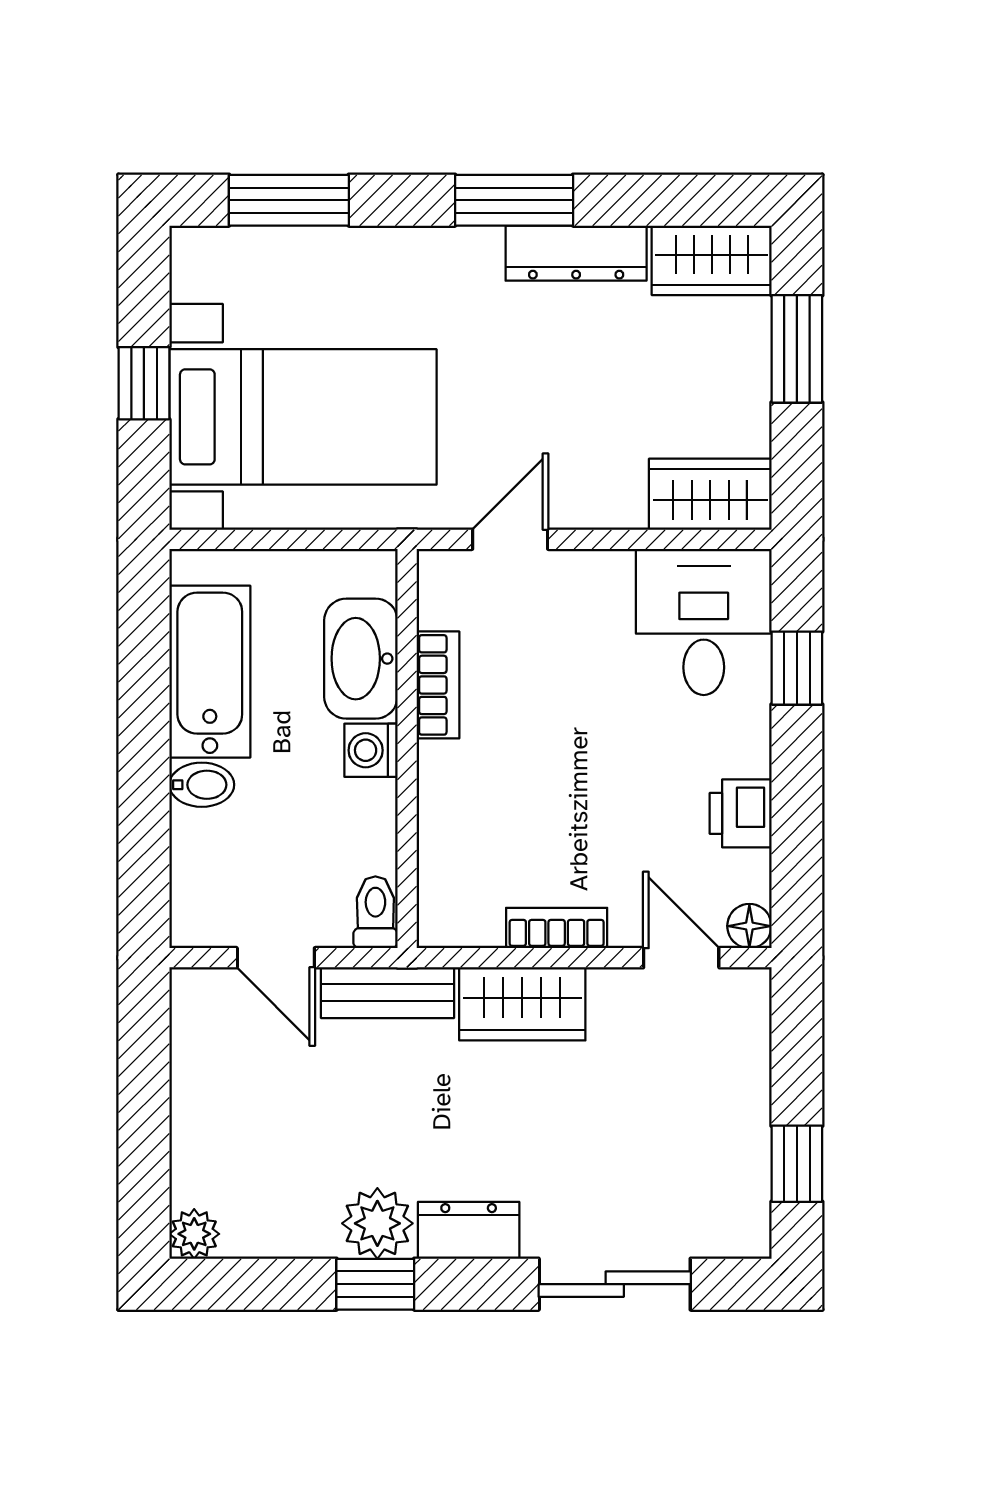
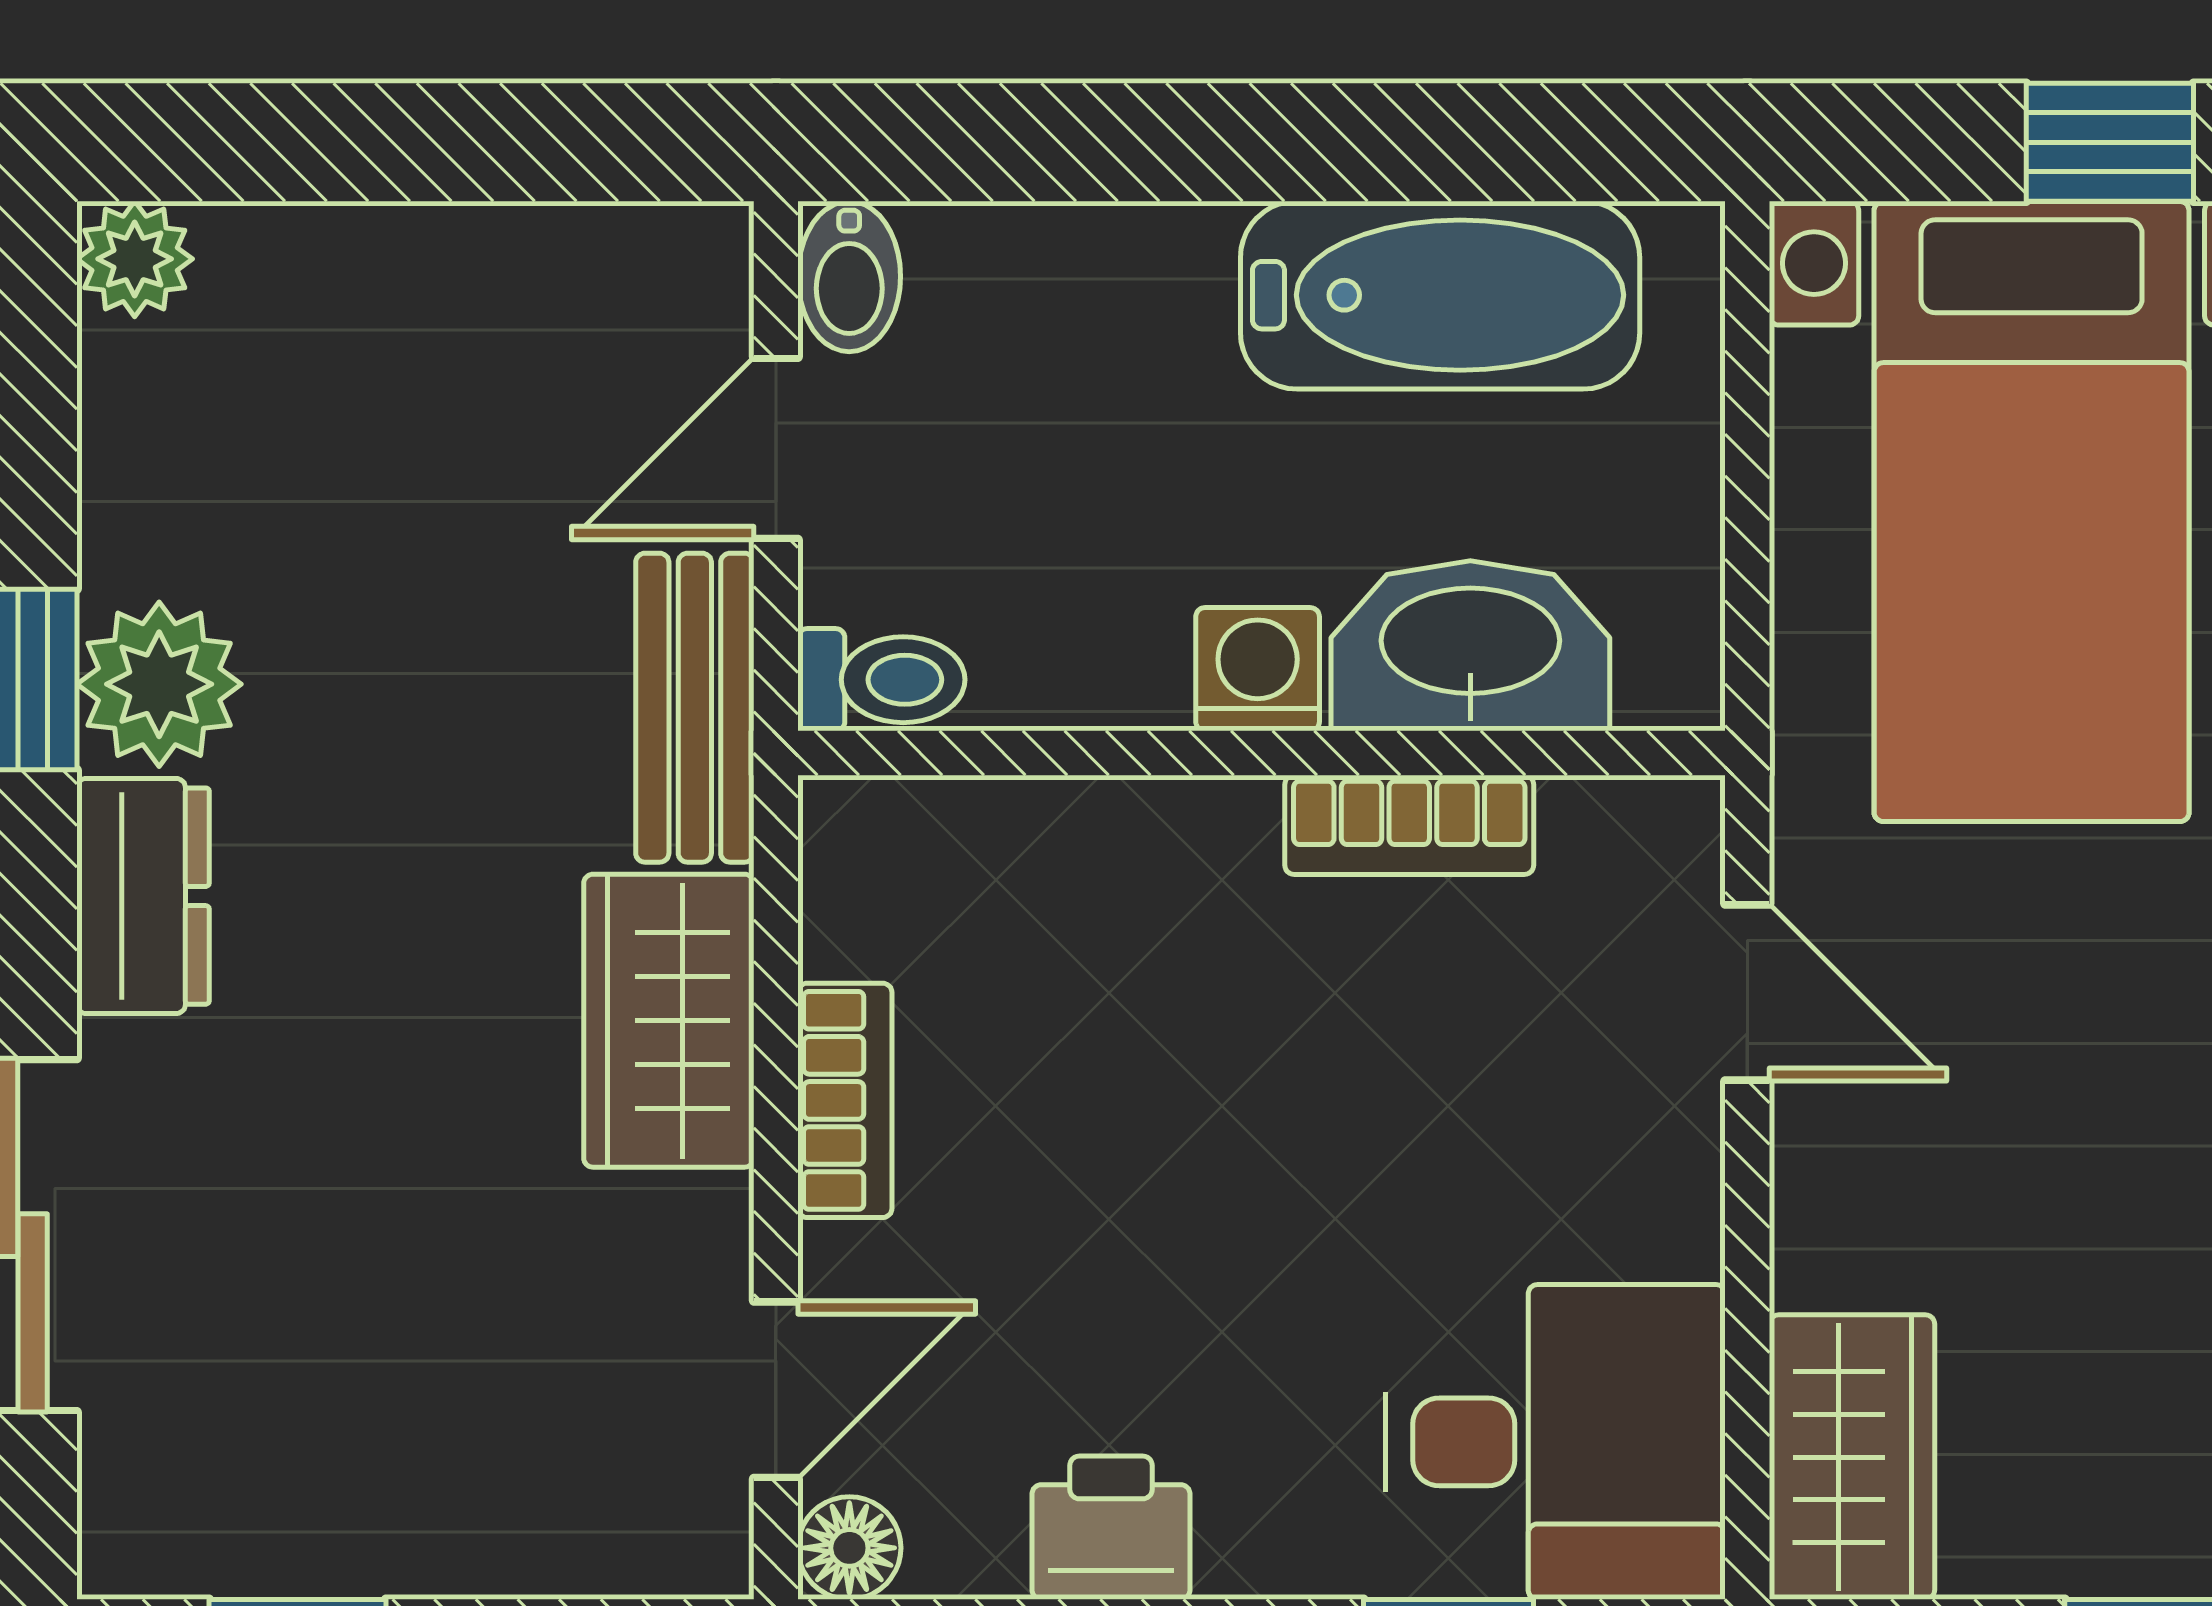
bidet: (202, 785) -> (849, 276), moved

